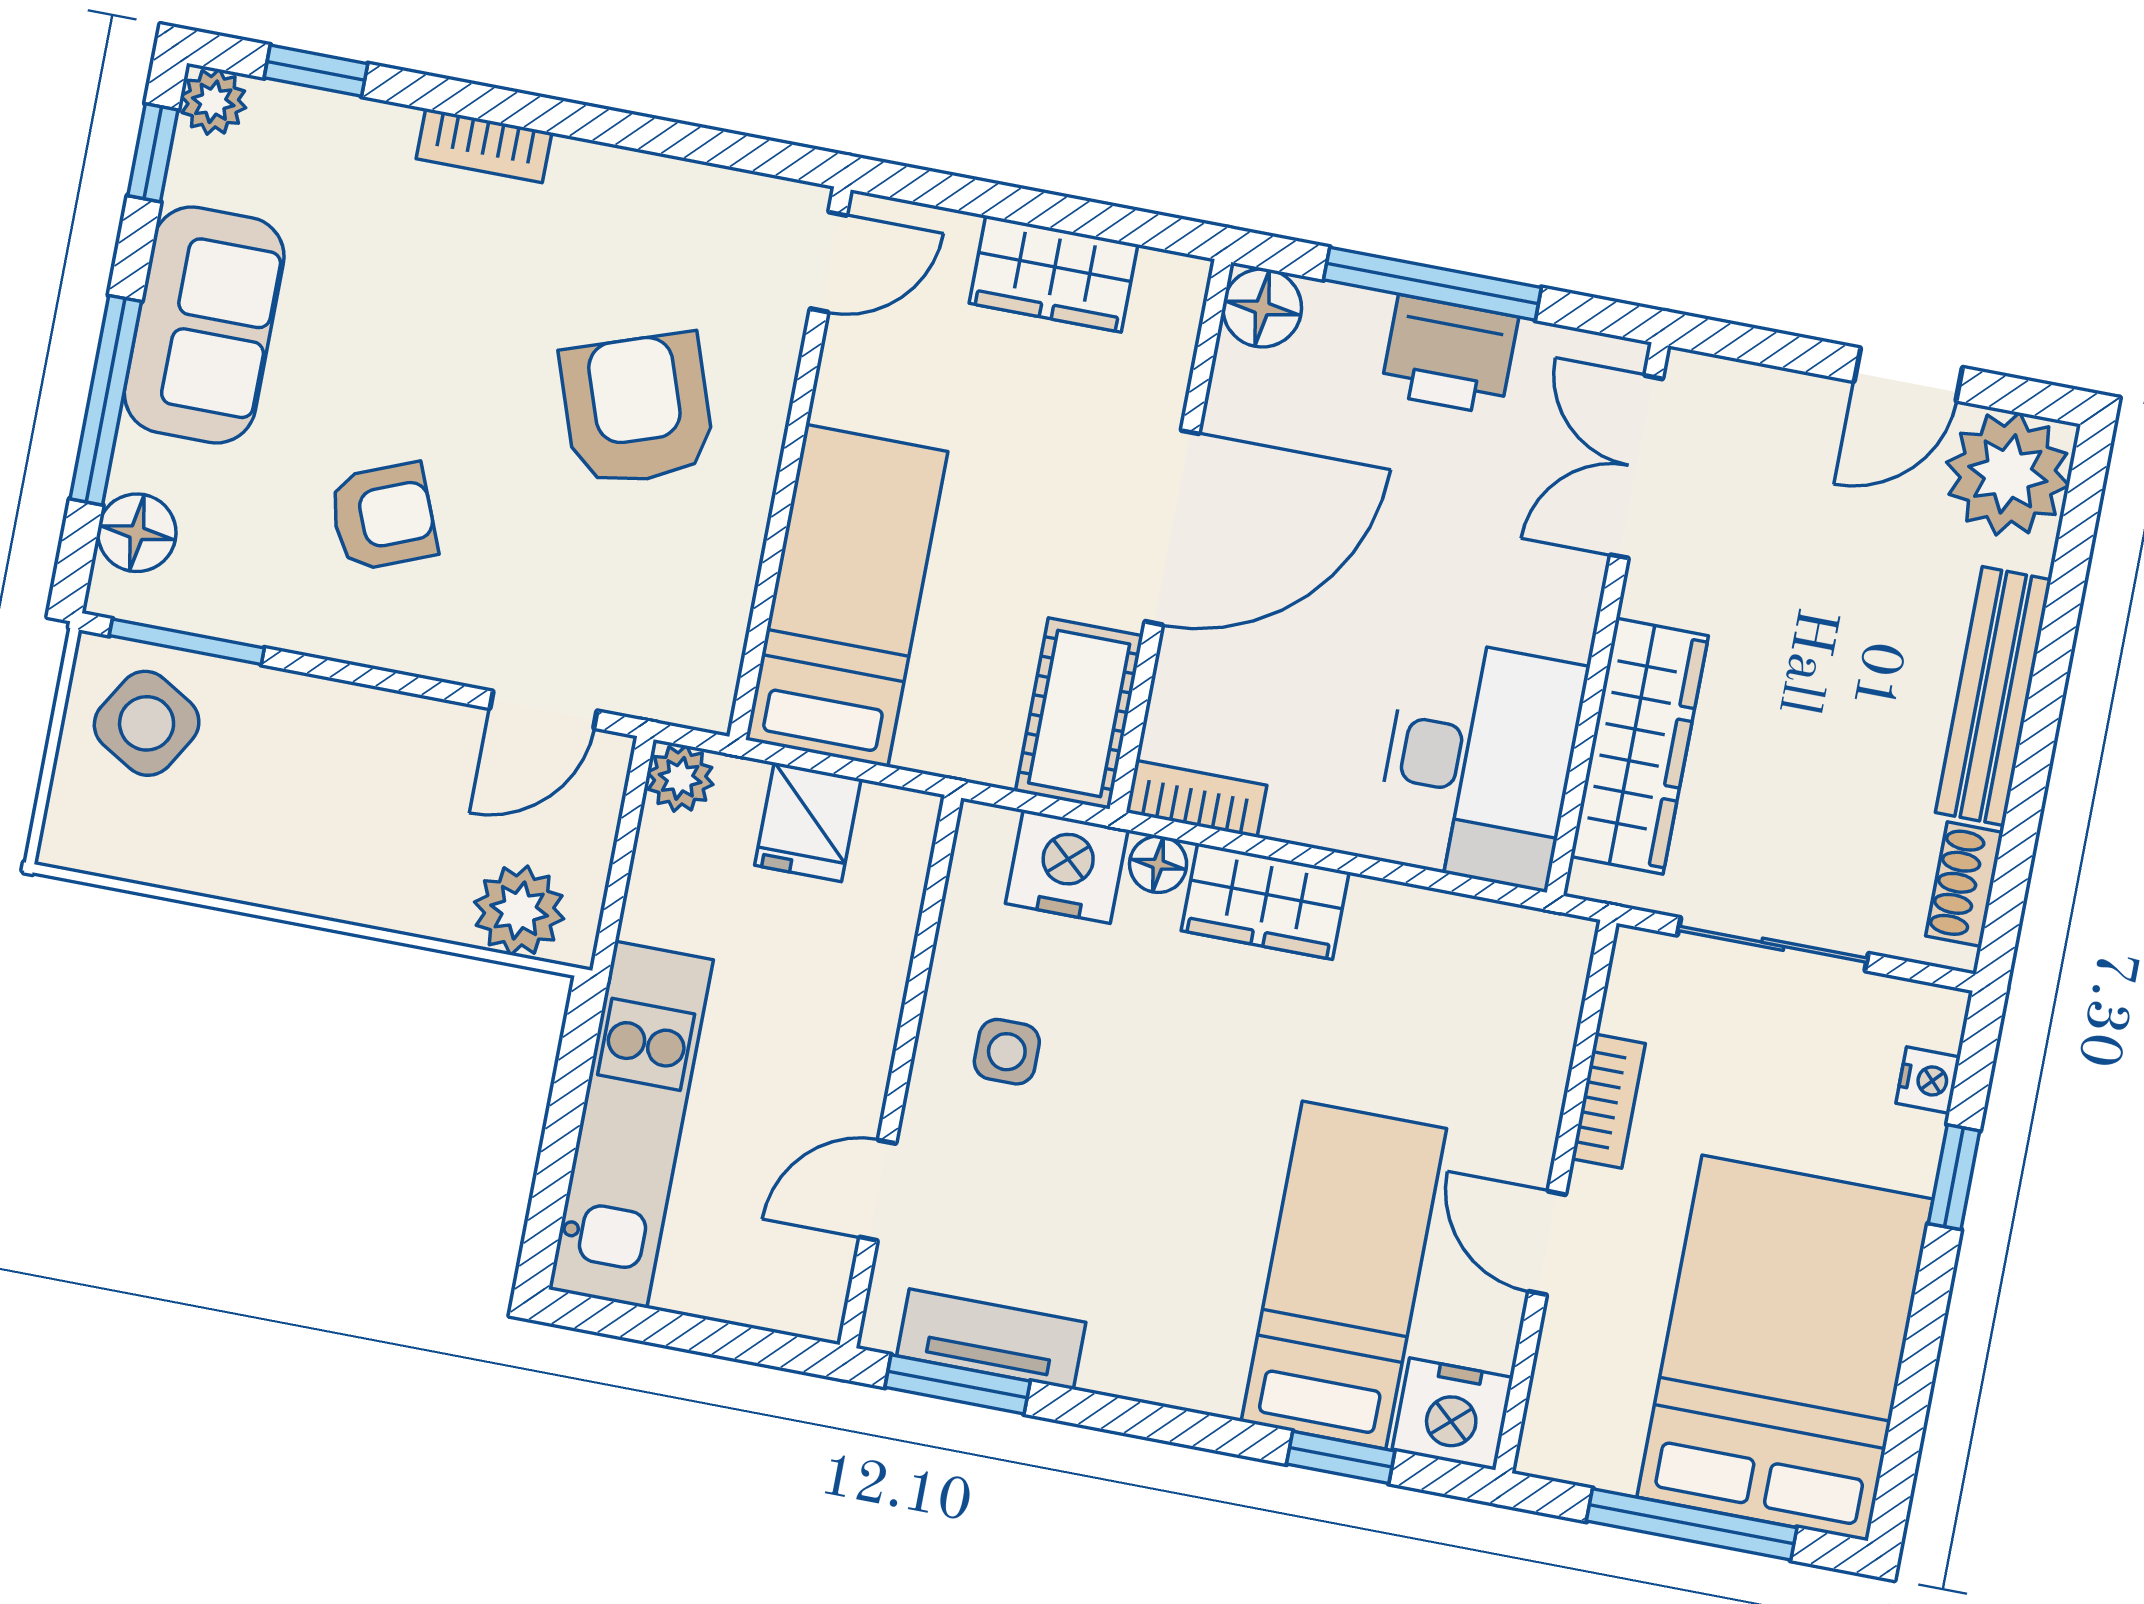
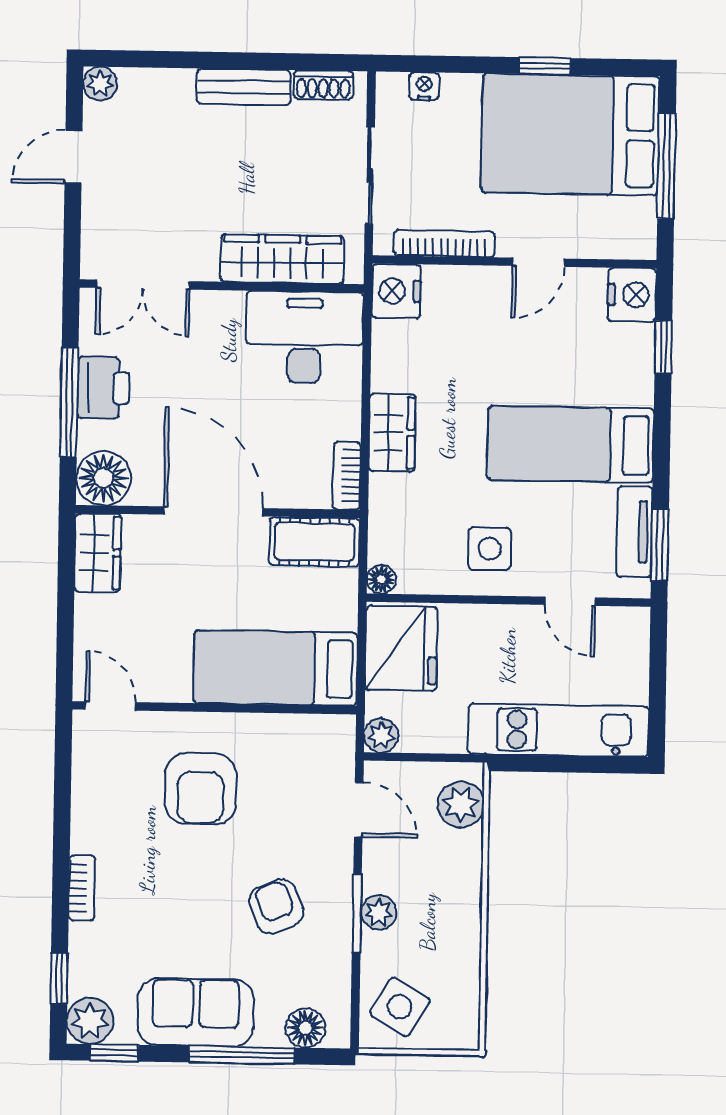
plant: (213, 102) -> (90, 1021), width x1.38, depth x1.38
wardrobe: (1053, 274) -> (98, 553), moved
floor lamp: (1262, 308) -> (104, 478), width x1.38, depth x1.38
door: (1908, 374) -> (73, 157), swing flipped
armchair: (637, 410) -> (201, 789), turned -71
plant: (2008, 474) -> (100, 84), width x0.53, depth x0.53
window: (187, 642) -> (357, 913), moved
bench: (1993, 696) -> (244, 87), width x0.73
plant: (337, 714) -> (379, 912), added
fridge: (808, 822) -> (401, 648), width x1.88, depth x1.34
floor lamp: (1158, 864) -> (381, 579), moved
nightstand: (1067, 867) -> (396, 291), moved
side table: (1007, 1052) -> (490, 549), width x1.37, depth x1.37
bookcase: (1609, 1101) -> (444, 244), width x1.56
window: (1954, 1177) -> (545, 66), moved
bed: (1344, 1275) -> (571, 444), moved

